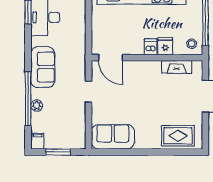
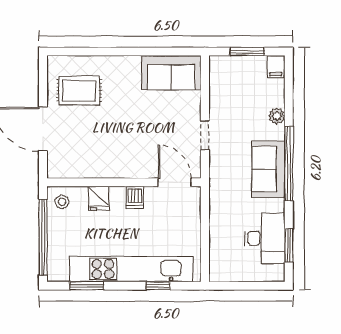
dishwasher: (151, 47) -> (135, 197), moved
fireplace: (177, 67) -> (83, 170), removed
window: (28, 99) -> (289, 164), moved
rug: (178, 136) -> (79, 91), moved

